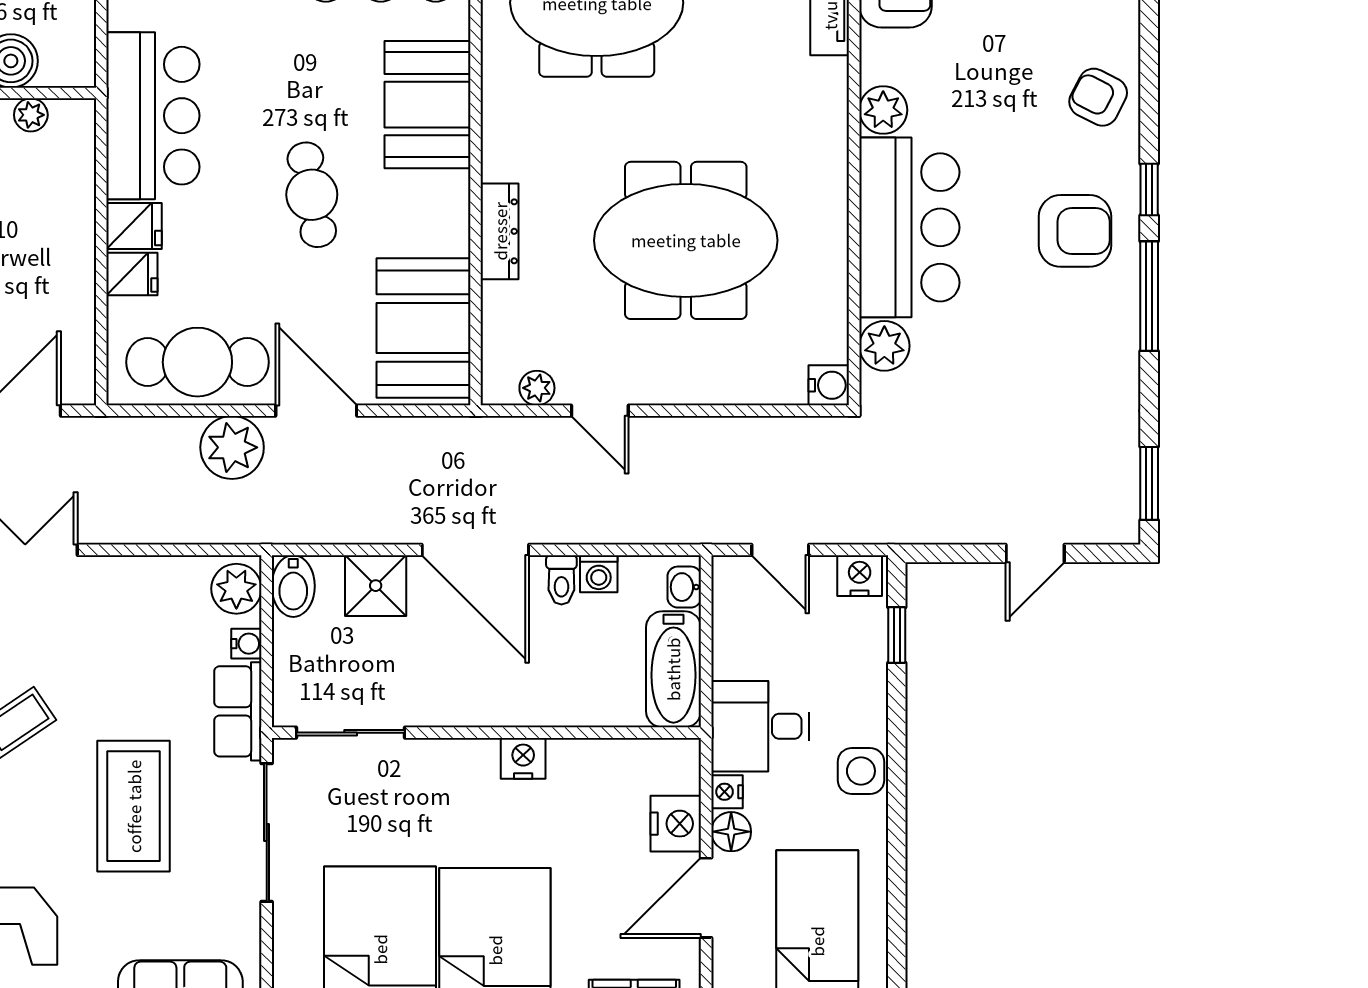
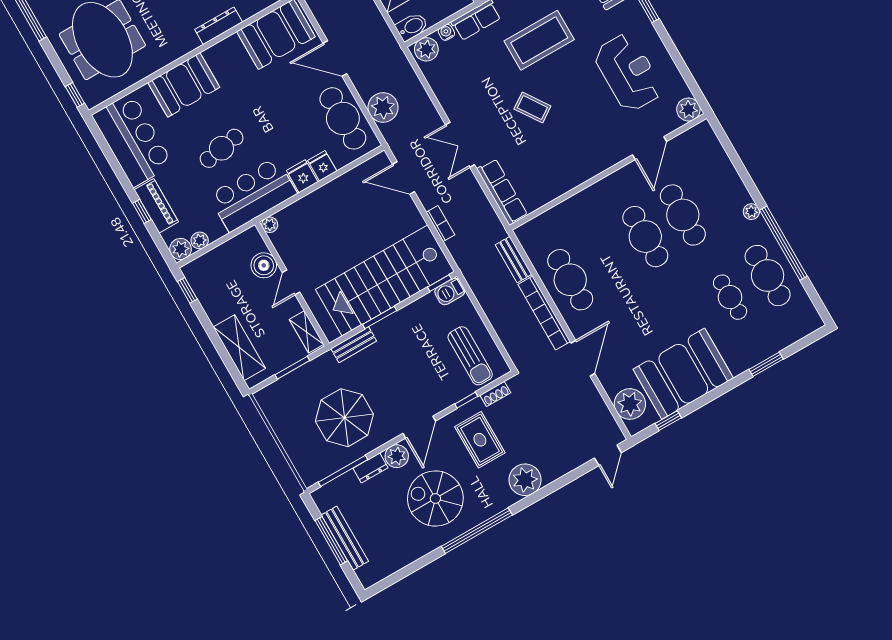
plant: (31, 115) -> (270, 225), moved
cafe table: (312, 195) -> (222, 148), moved
door: (316, 411) -> (335, 59), hinge flipped
plant: (232, 447) -> (383, 107), moved

